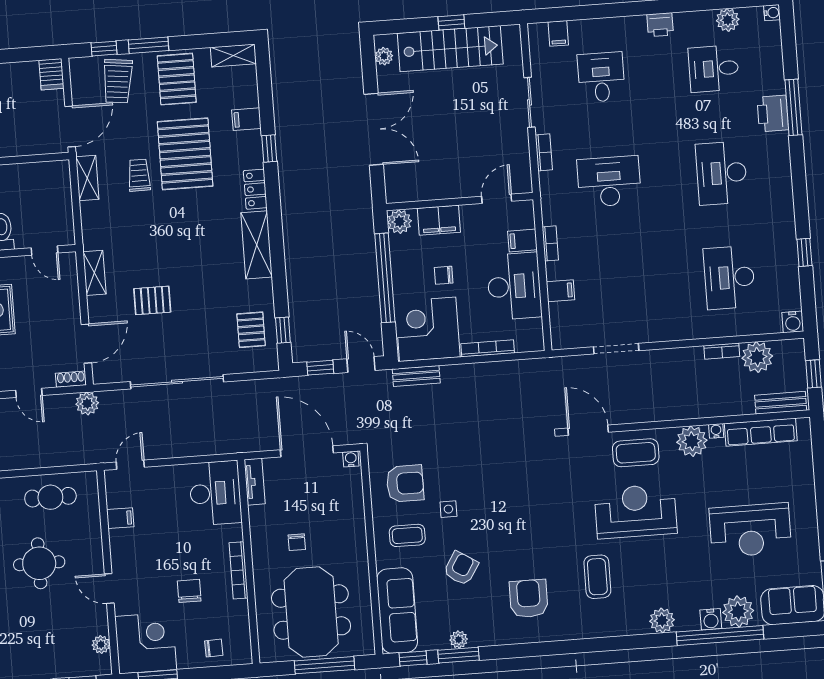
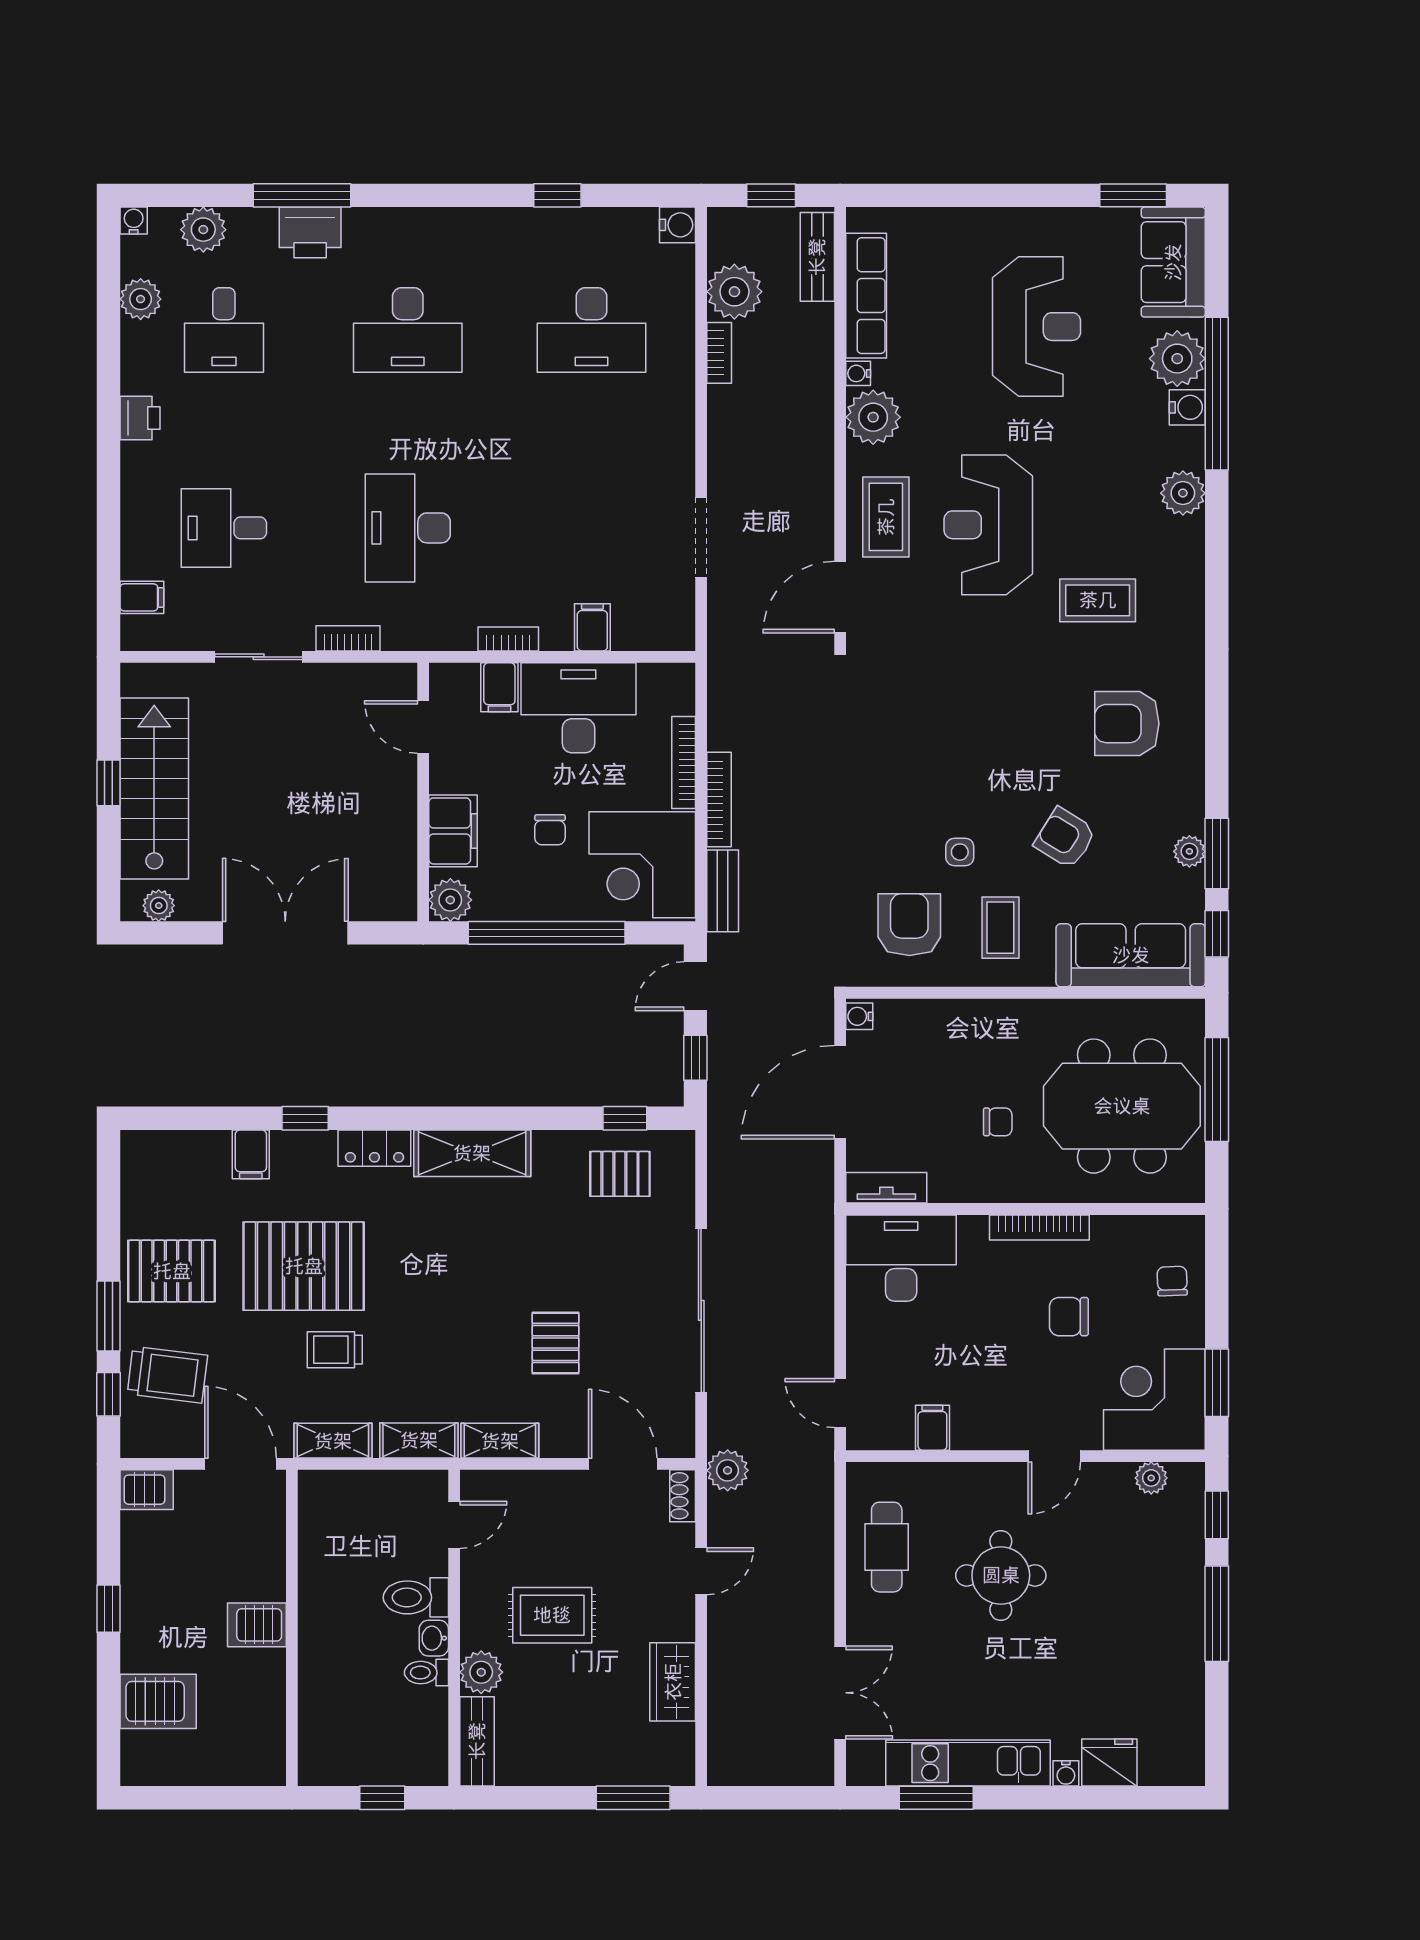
plant: (770, 53) -> (203, 230), added
shelving: (233, 55) -> (419, 1440), moved, turned 90
bookcase: (468, 370) -> (719, 800), added

